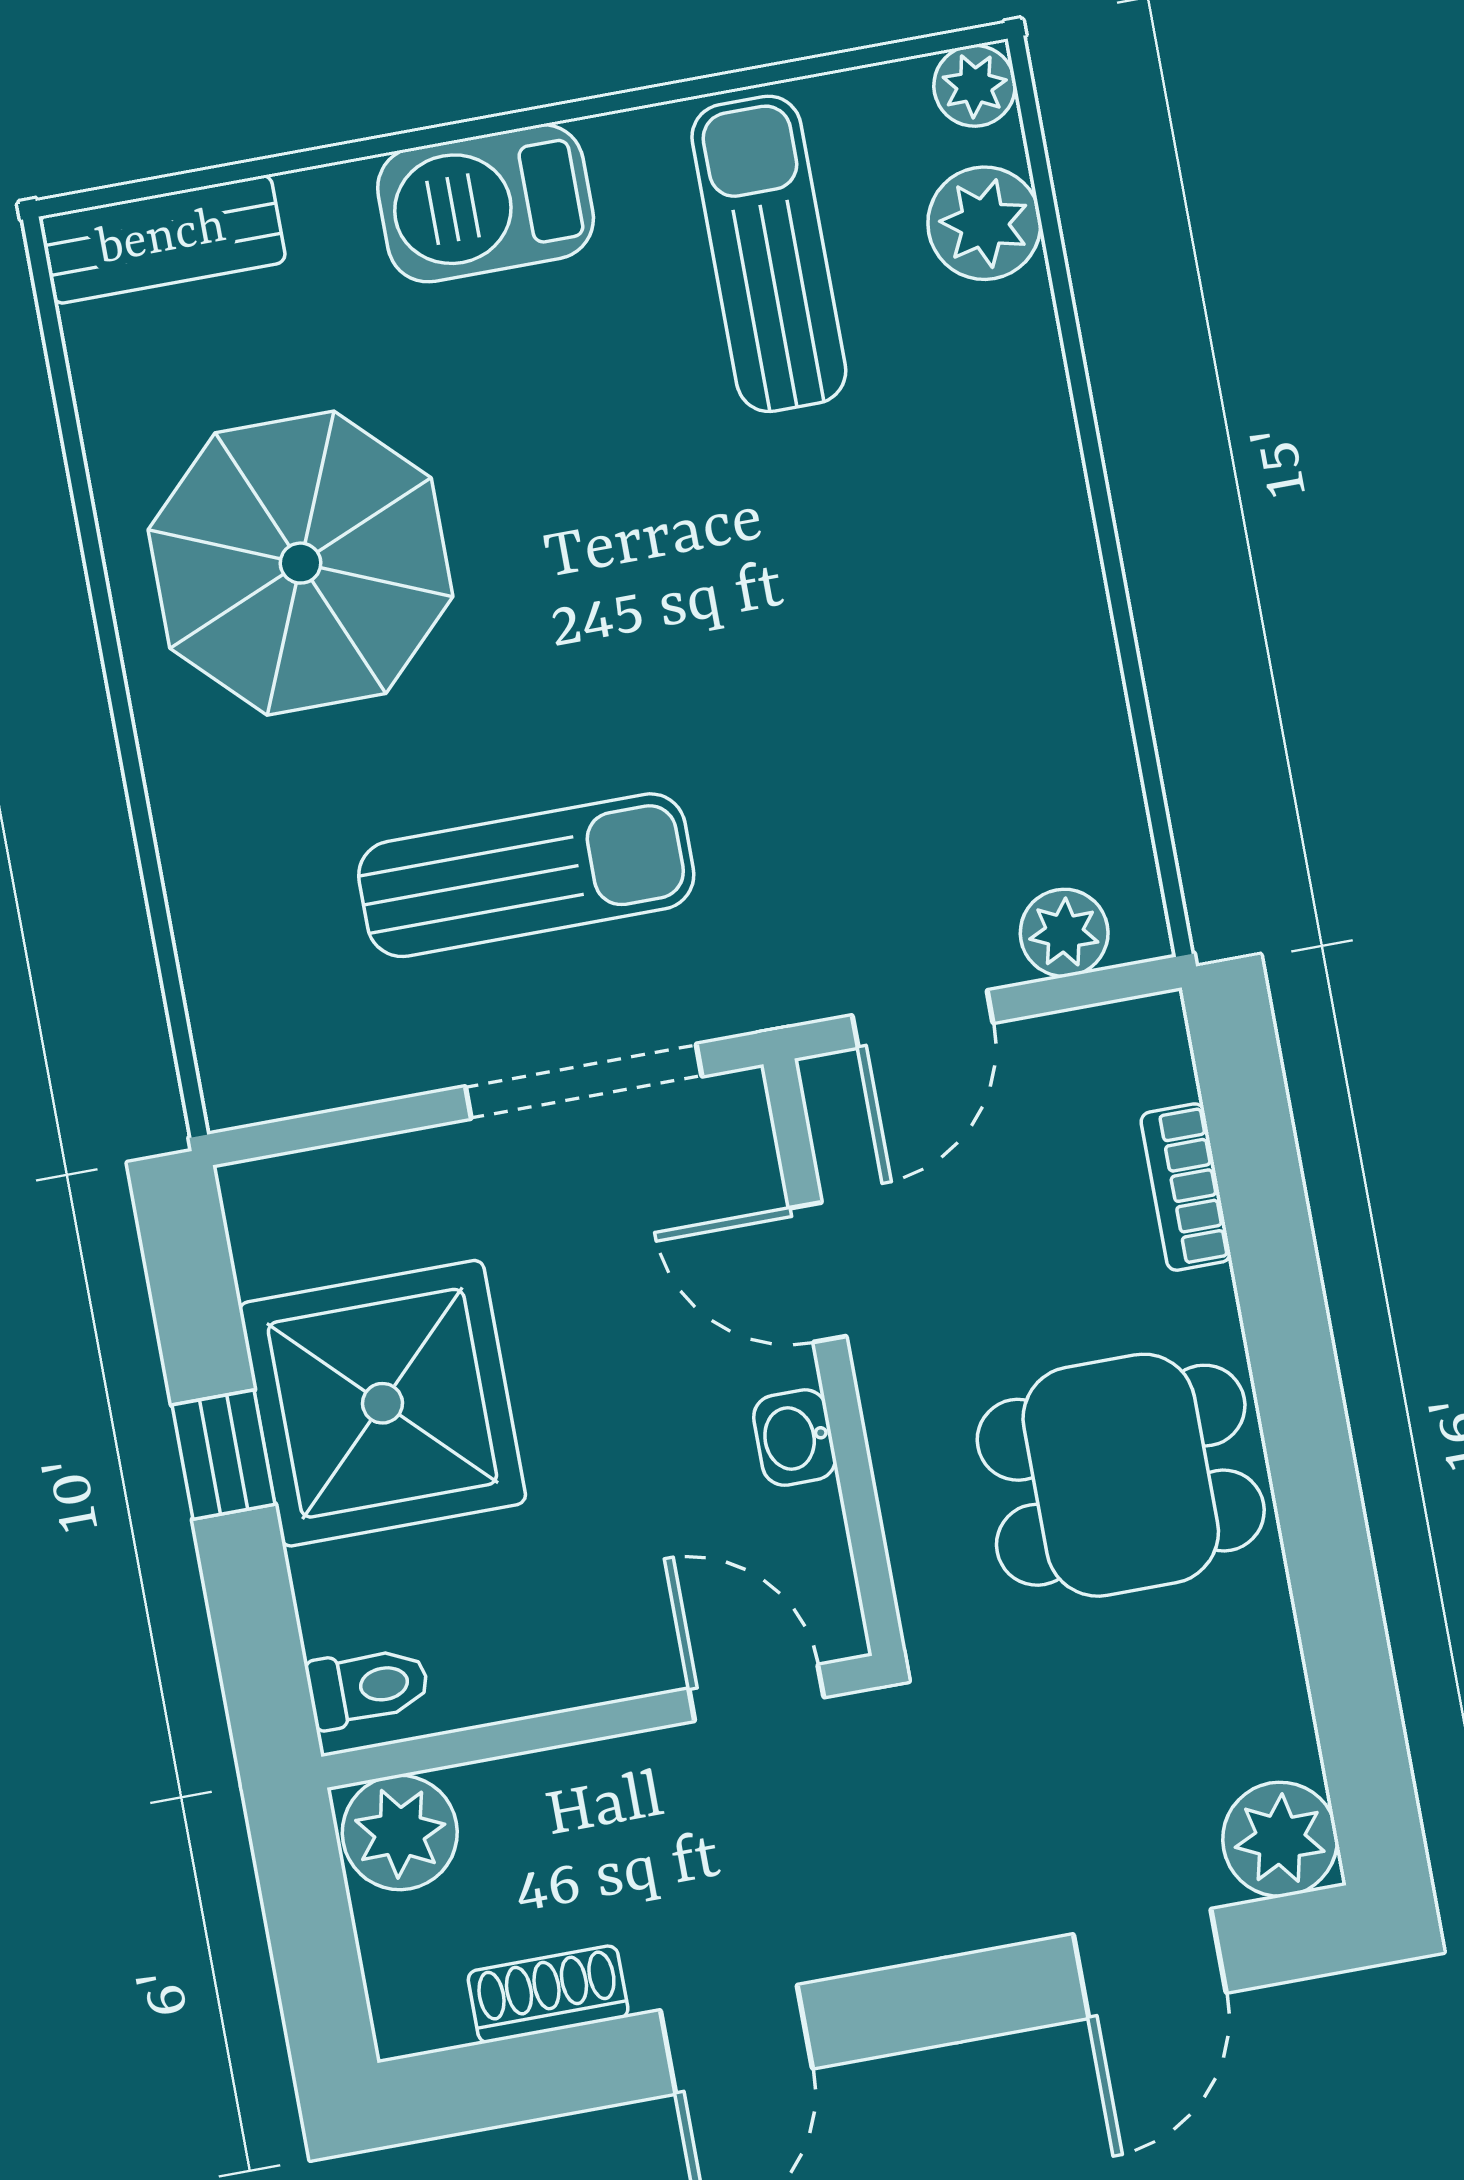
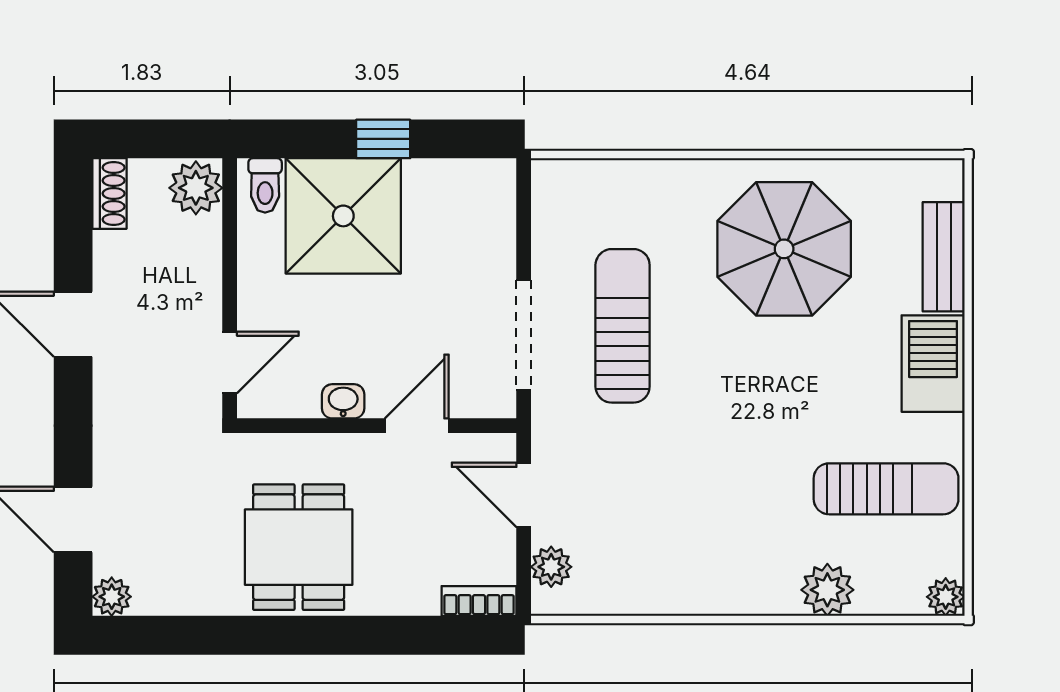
plant: (984, 223) -> (827, 590), moved
bench: (162, 239) -> (944, 257), moved
sun lounger: (526, 875) -> (623, 326), turned 180
bookcase: (1186, 1187) -> (479, 601), moved
shower: (382, 1403) -> (343, 216), moved
plant: (1280, 1839) -> (112, 597), width x0.73, depth x0.73
shoe rack: (548, 1994) -> (109, 193), moved

